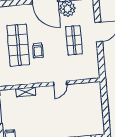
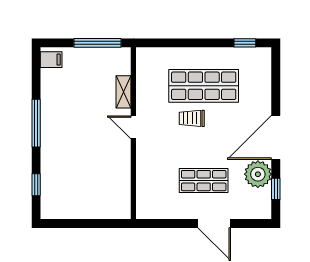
door: (60, 83) -> (133, 127), moved

